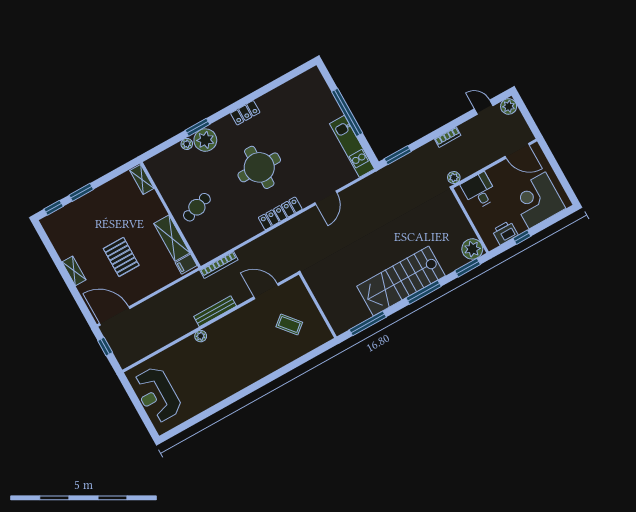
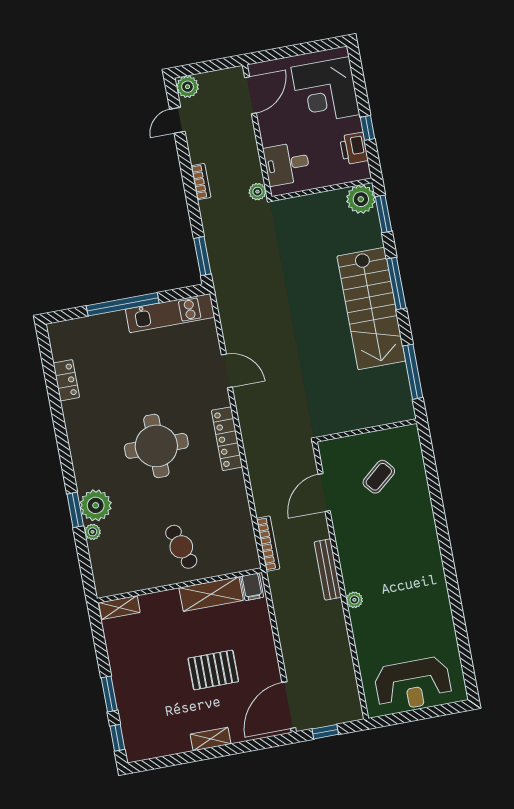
locker: (245, 113) -> (66, 380), moved

